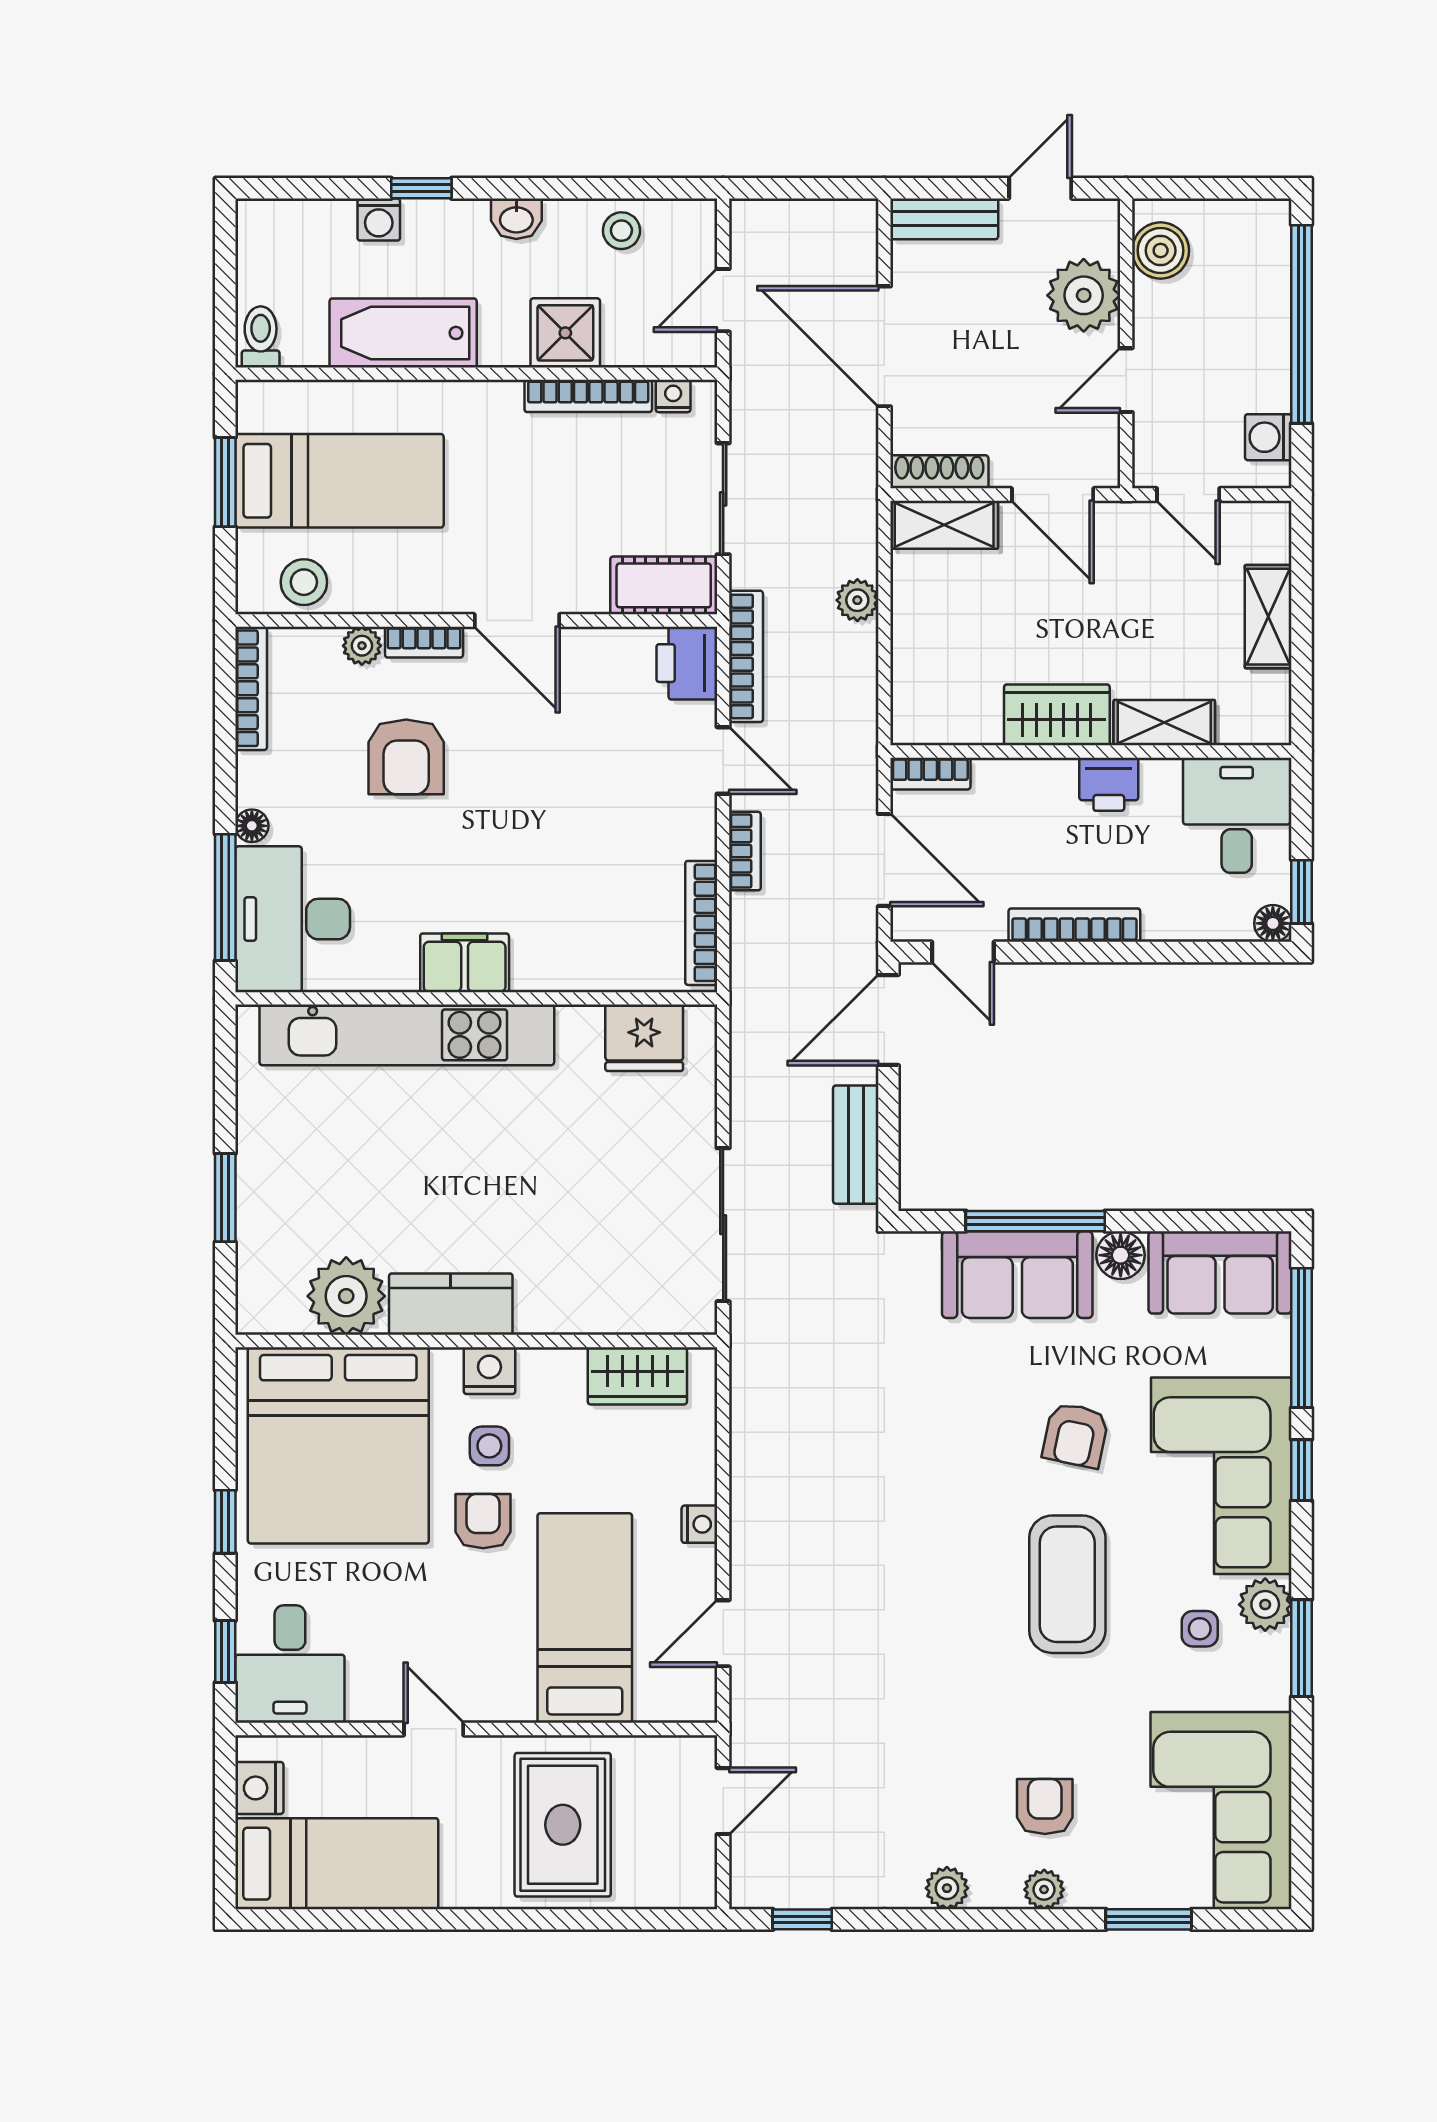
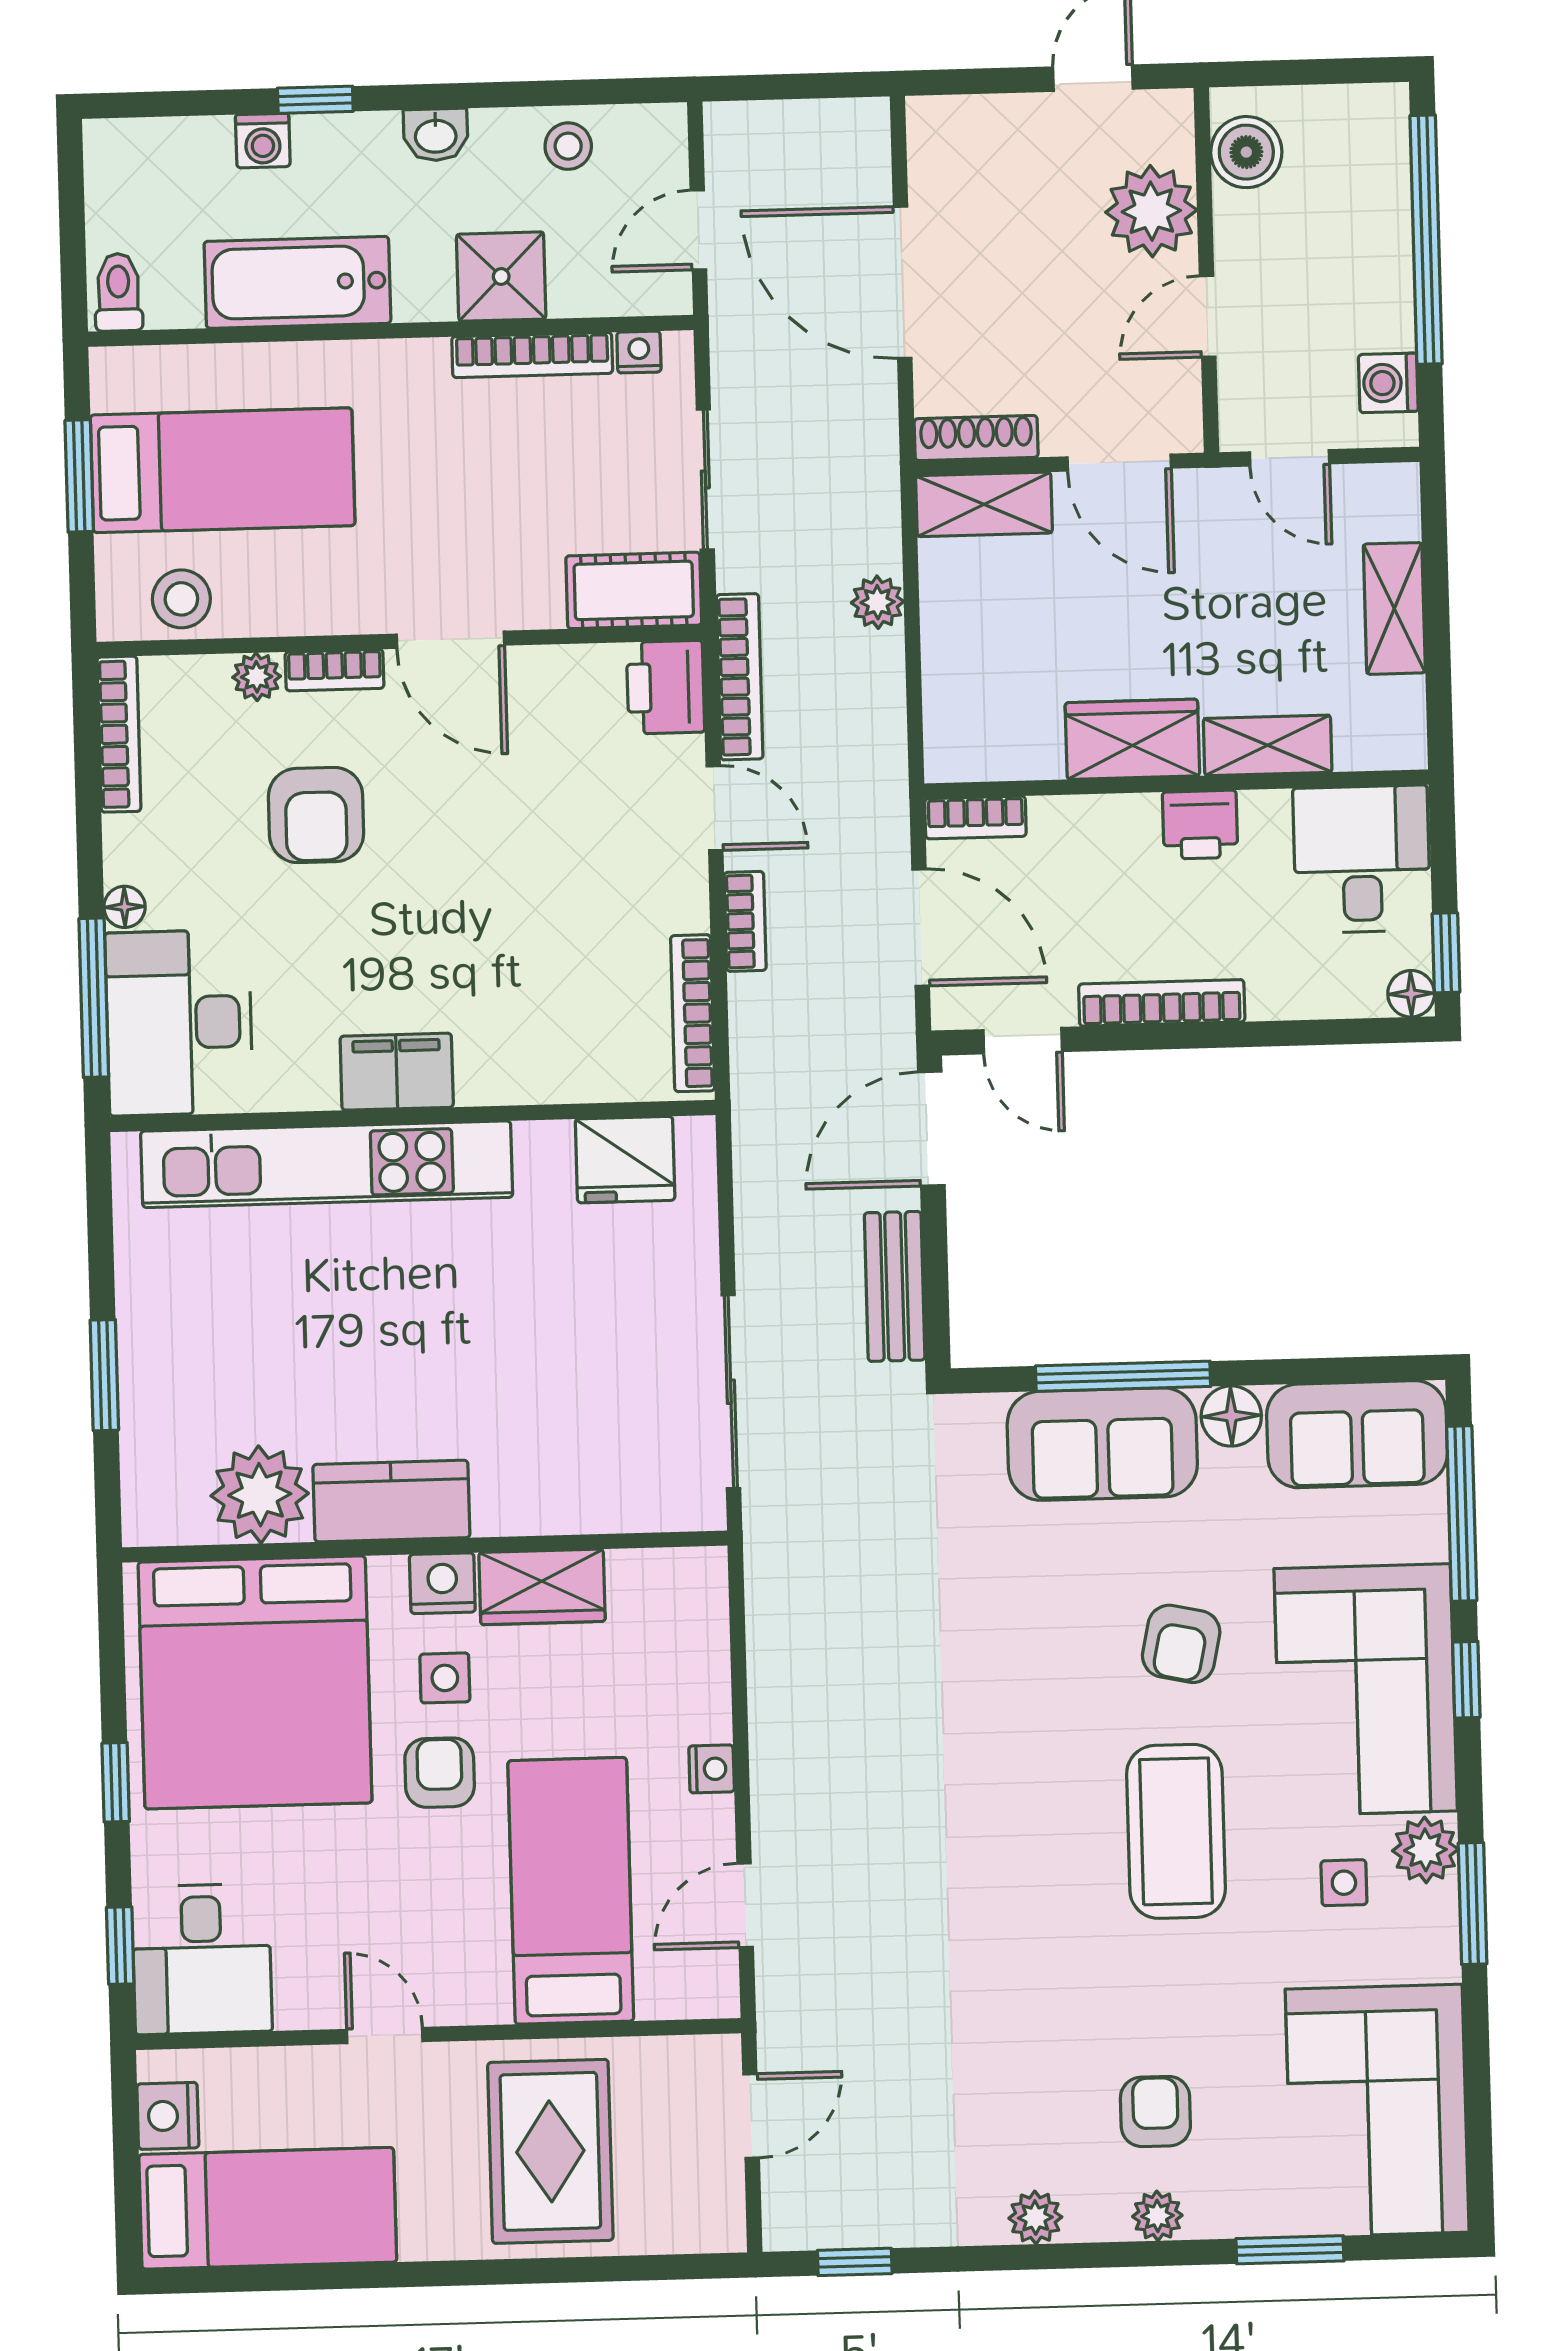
bench: (944, 219) -> (973, 120), removed
wardrobe: (637, 1376) -> (542, 1587), moved

